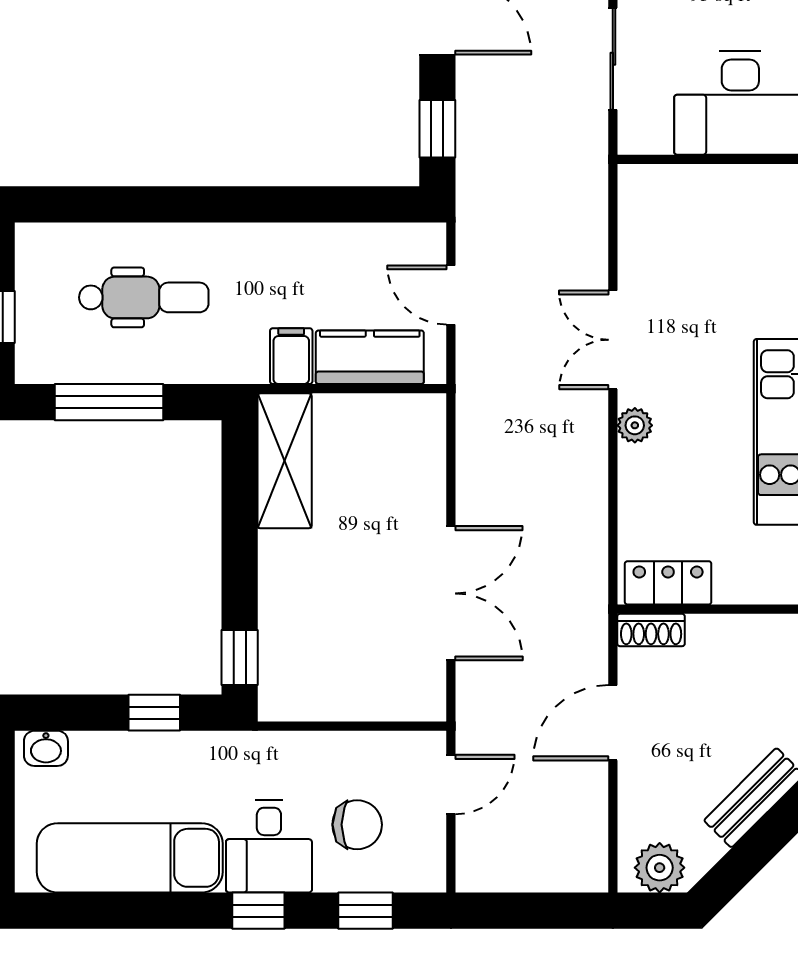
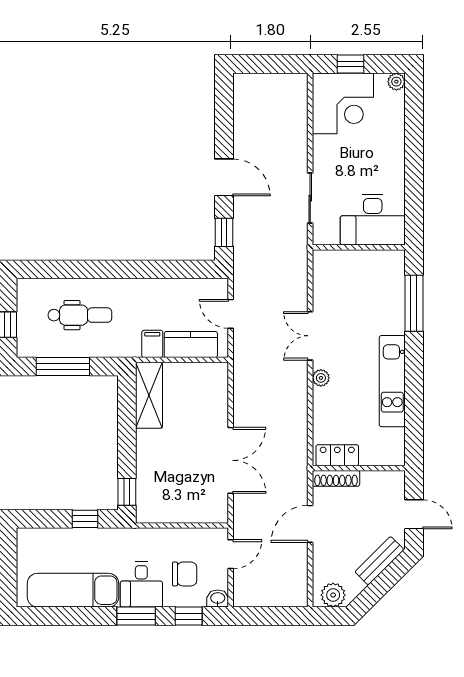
shoe rack: (651, 630) -> (336, 478), width x1.43
washbasin: (46, 748) -> (218, 599), moved, turned 180
window: (258, 911) -> (136, 616), width x1.50

